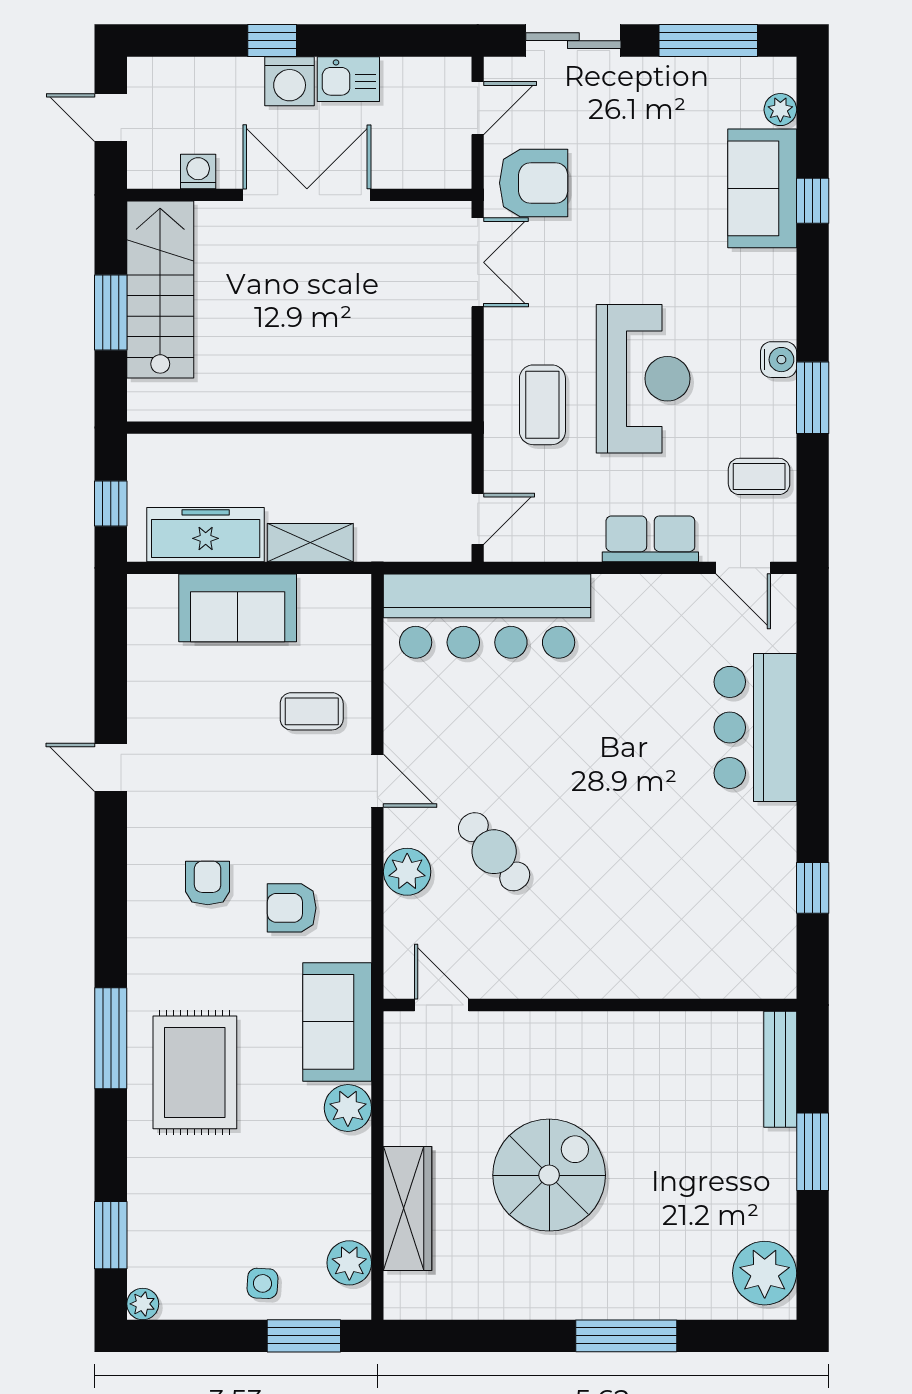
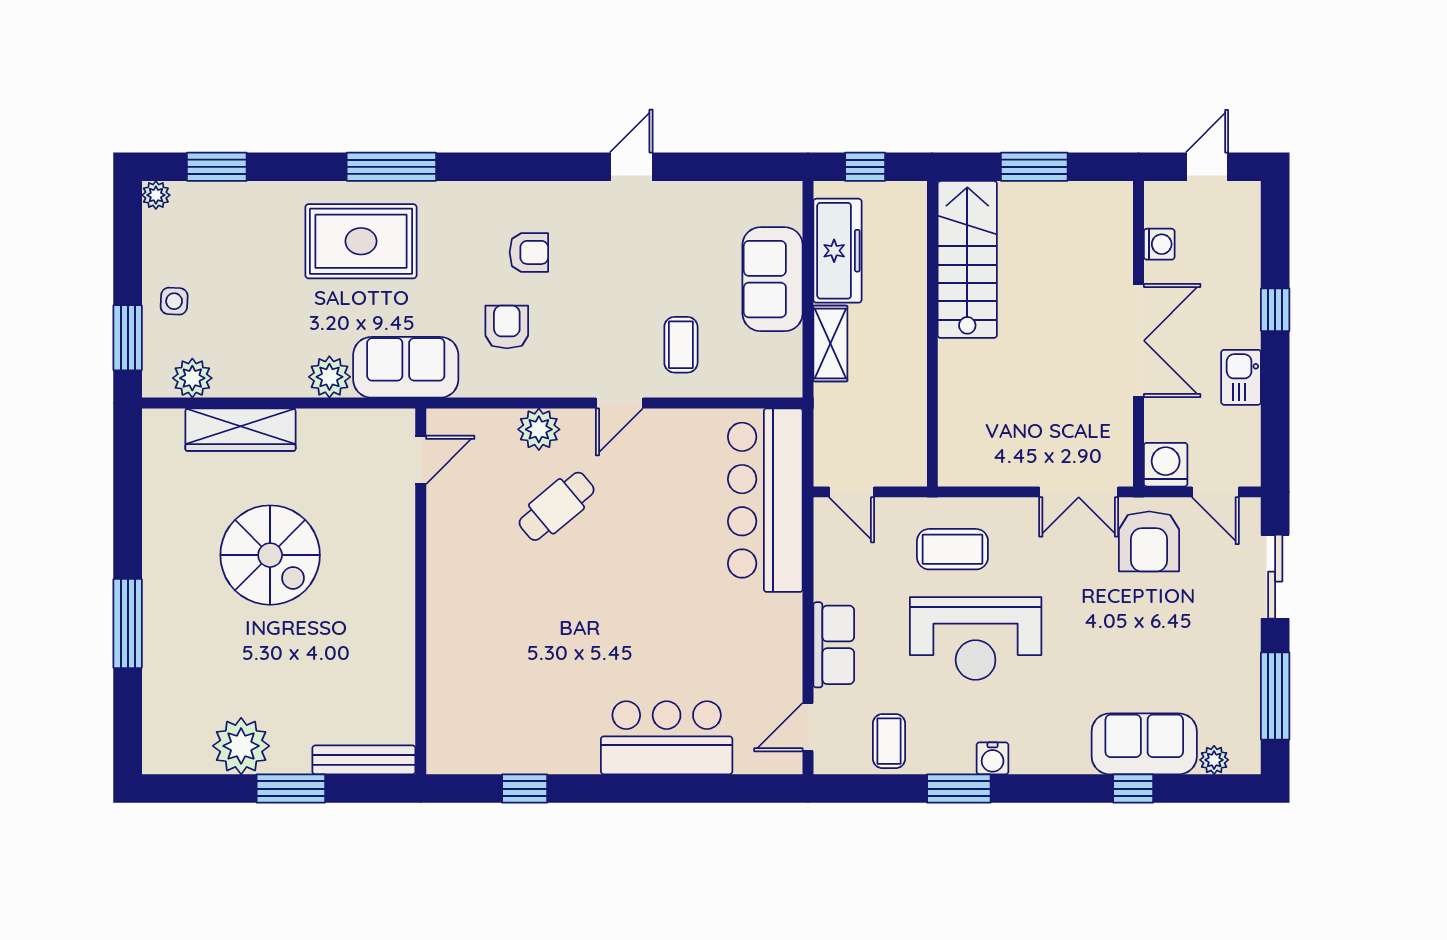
washing machine: (290, 81) -> (1166, 465), moved, turned 90
stairs: (160, 290) -> (967, 259), moved, turned -90
plant: (765, 1273) -> (241, 746), moved

